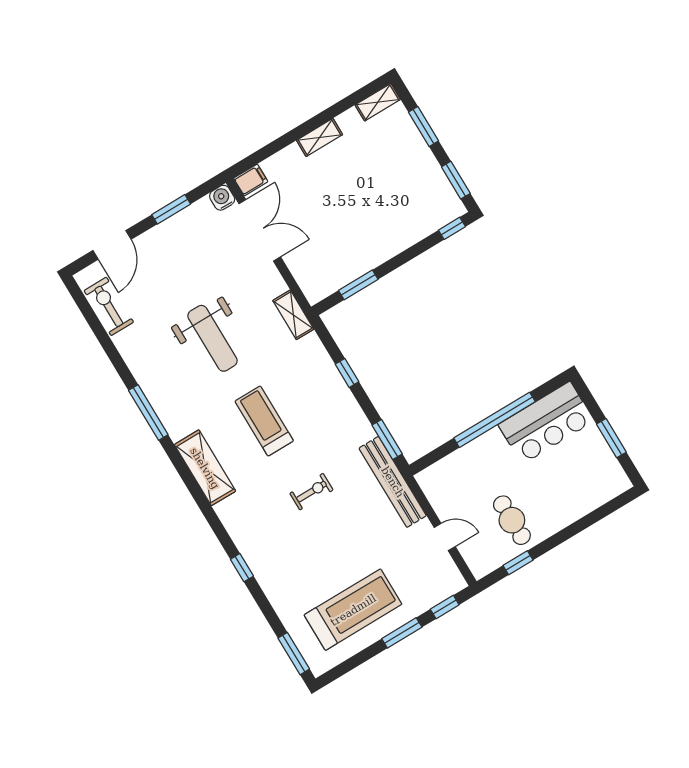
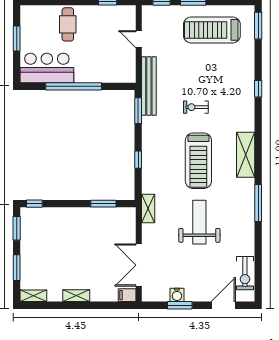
water cooler: (222, 198) -> (177, 295), moved
treadmill: (264, 421) -> (198, 161), width x1.37, depth x1.38
cafe table: (512, 520) -> (68, 24), moved

